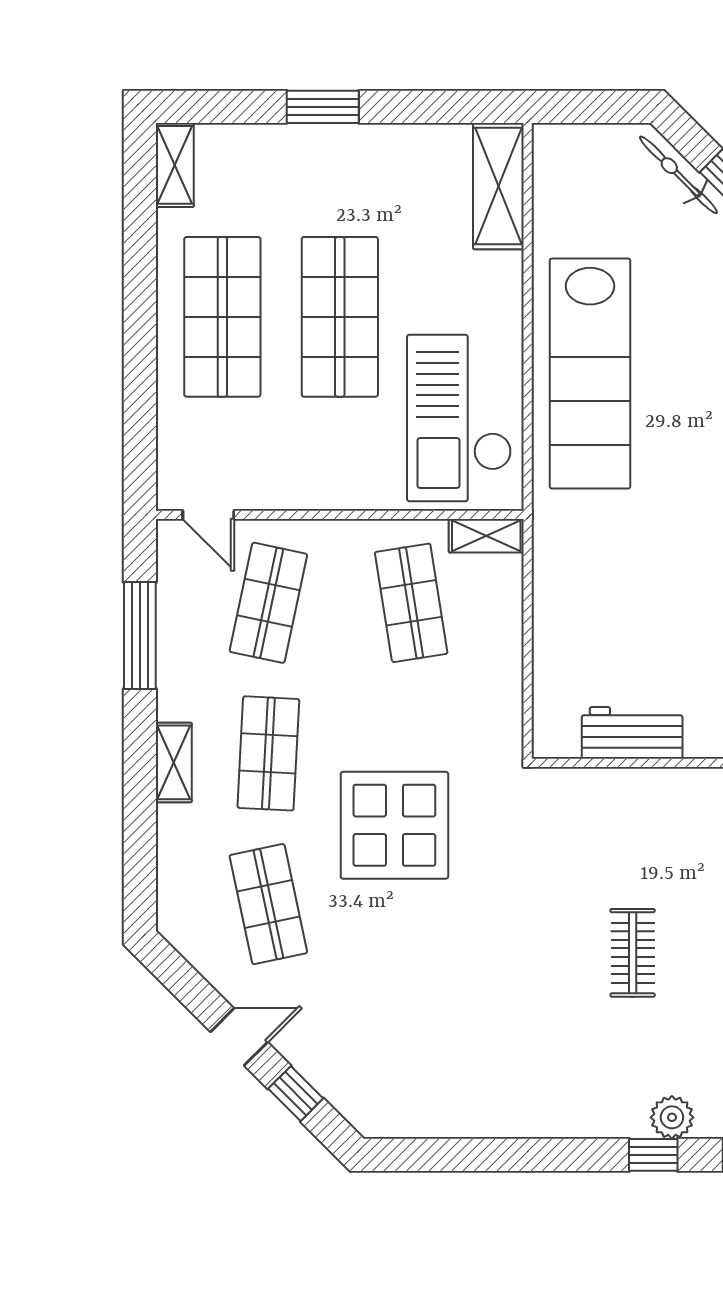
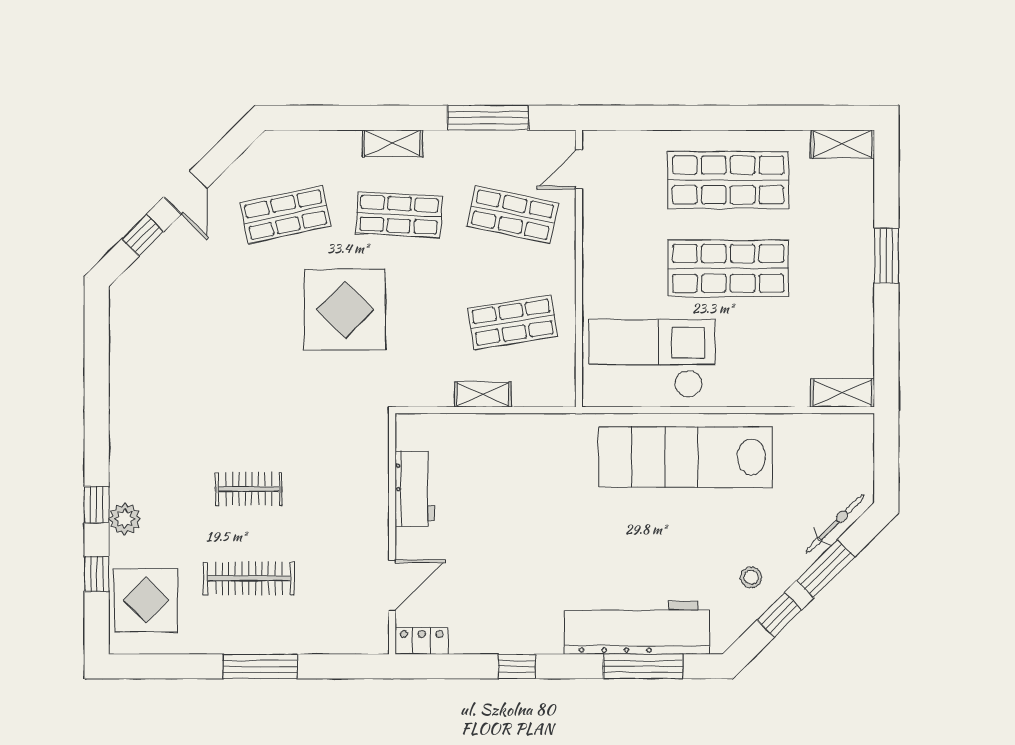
shelving: (498, 186) -> (843, 393), width x0.67, depth x0.75
shelving: (486, 536) -> (483, 394), moved, turned 90

